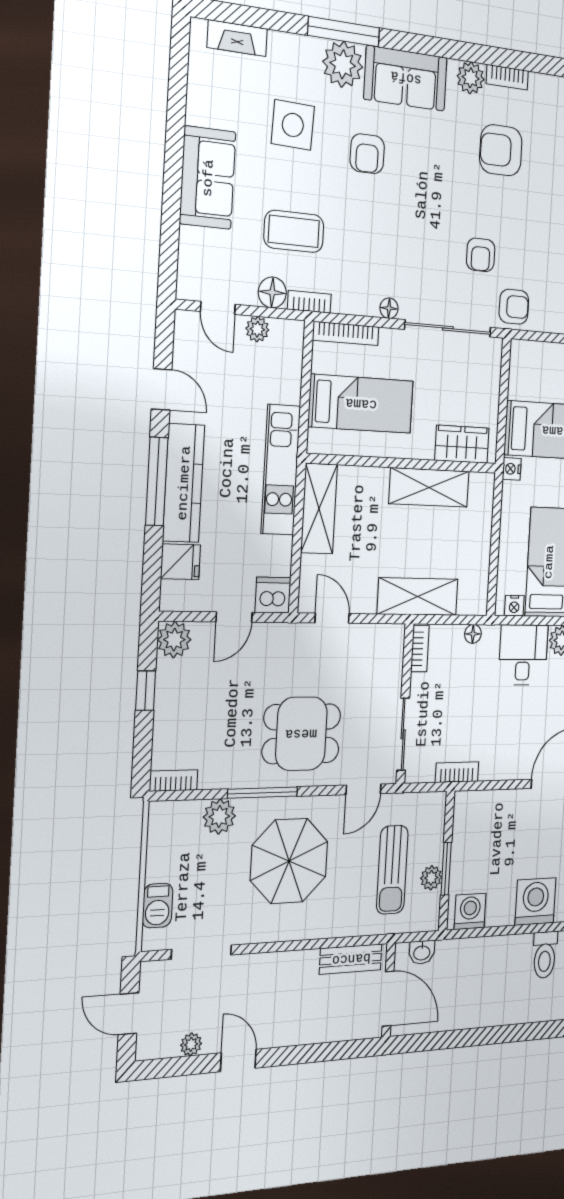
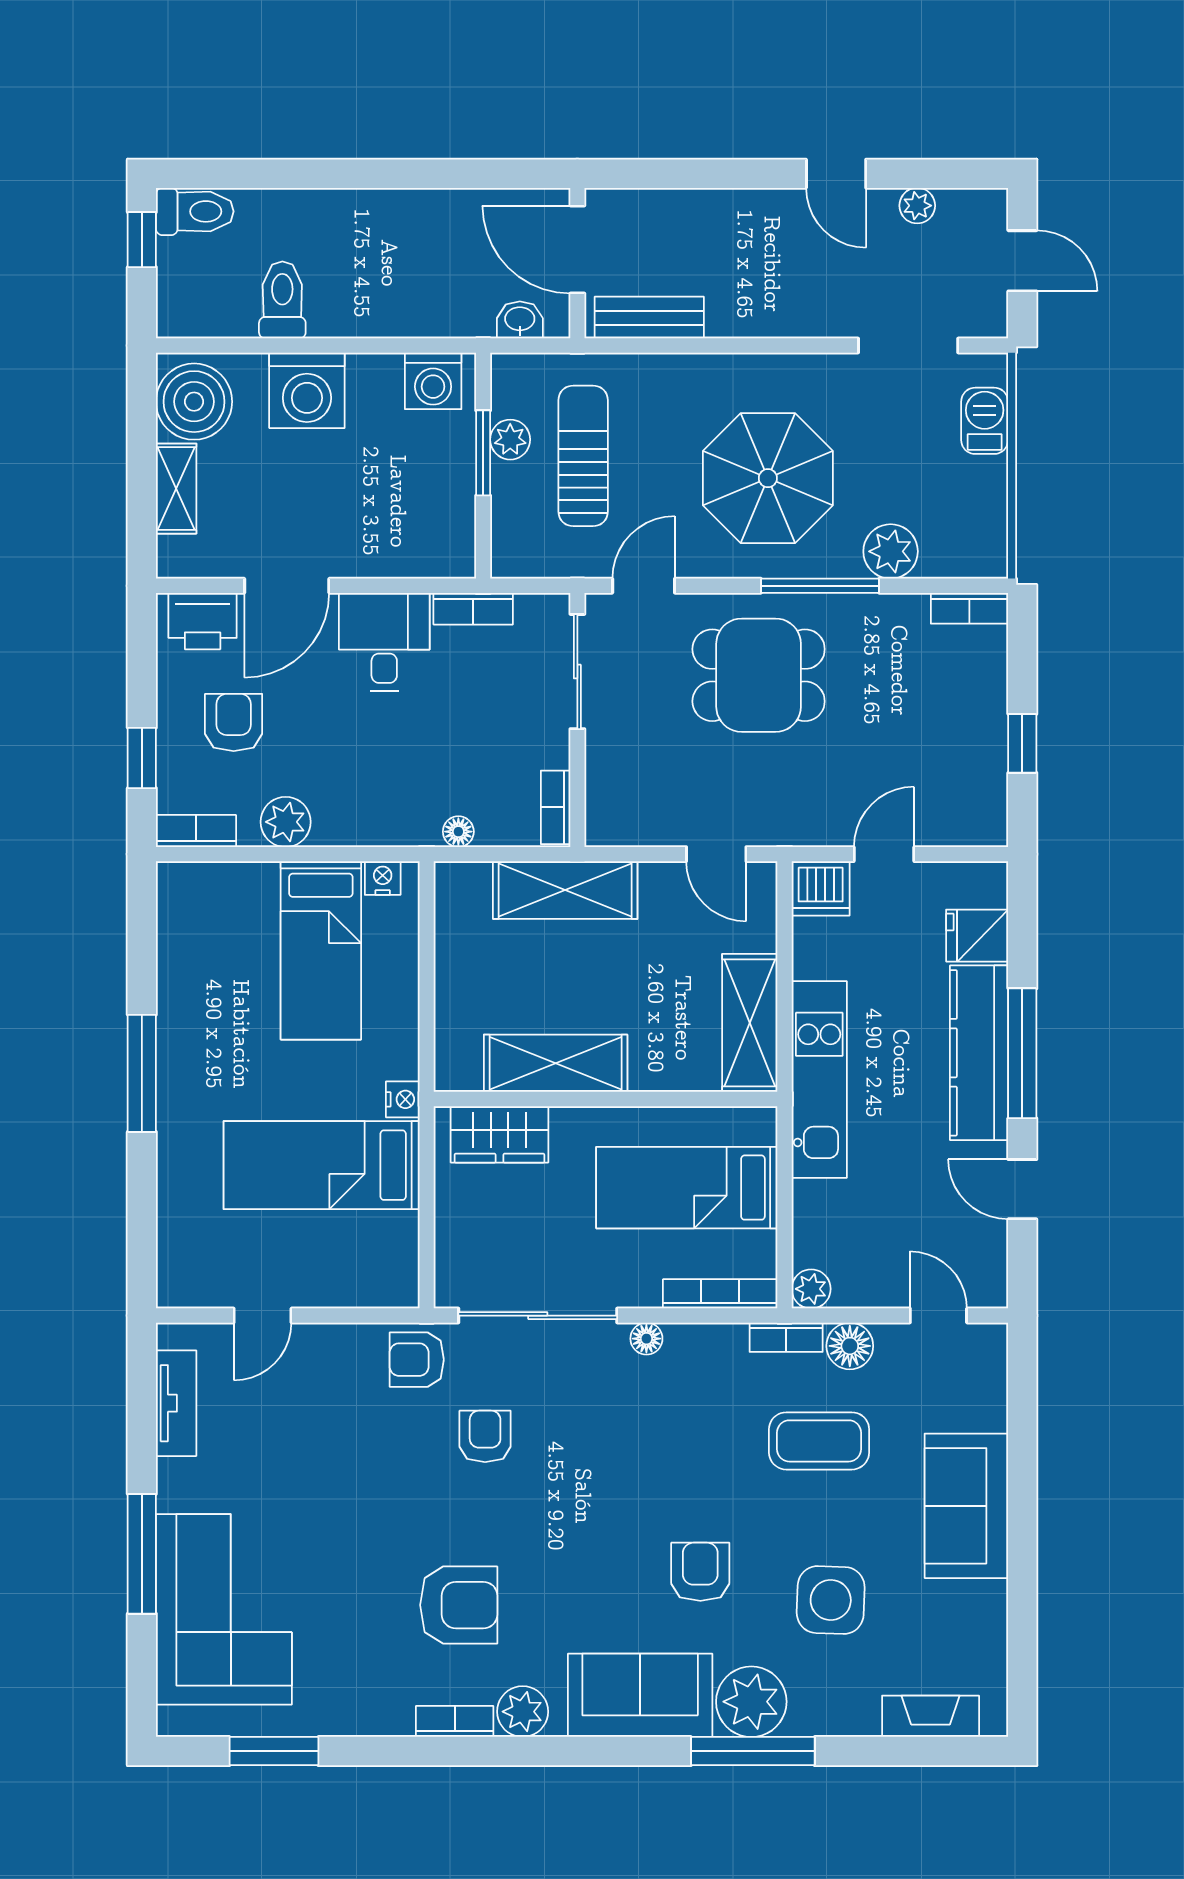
plant: (257, 329) -> (811, 1289), moved
plant: (174, 640) -> (981, 819), removed
desk: (523, 655) -> (384, 642), moved, turned 180

